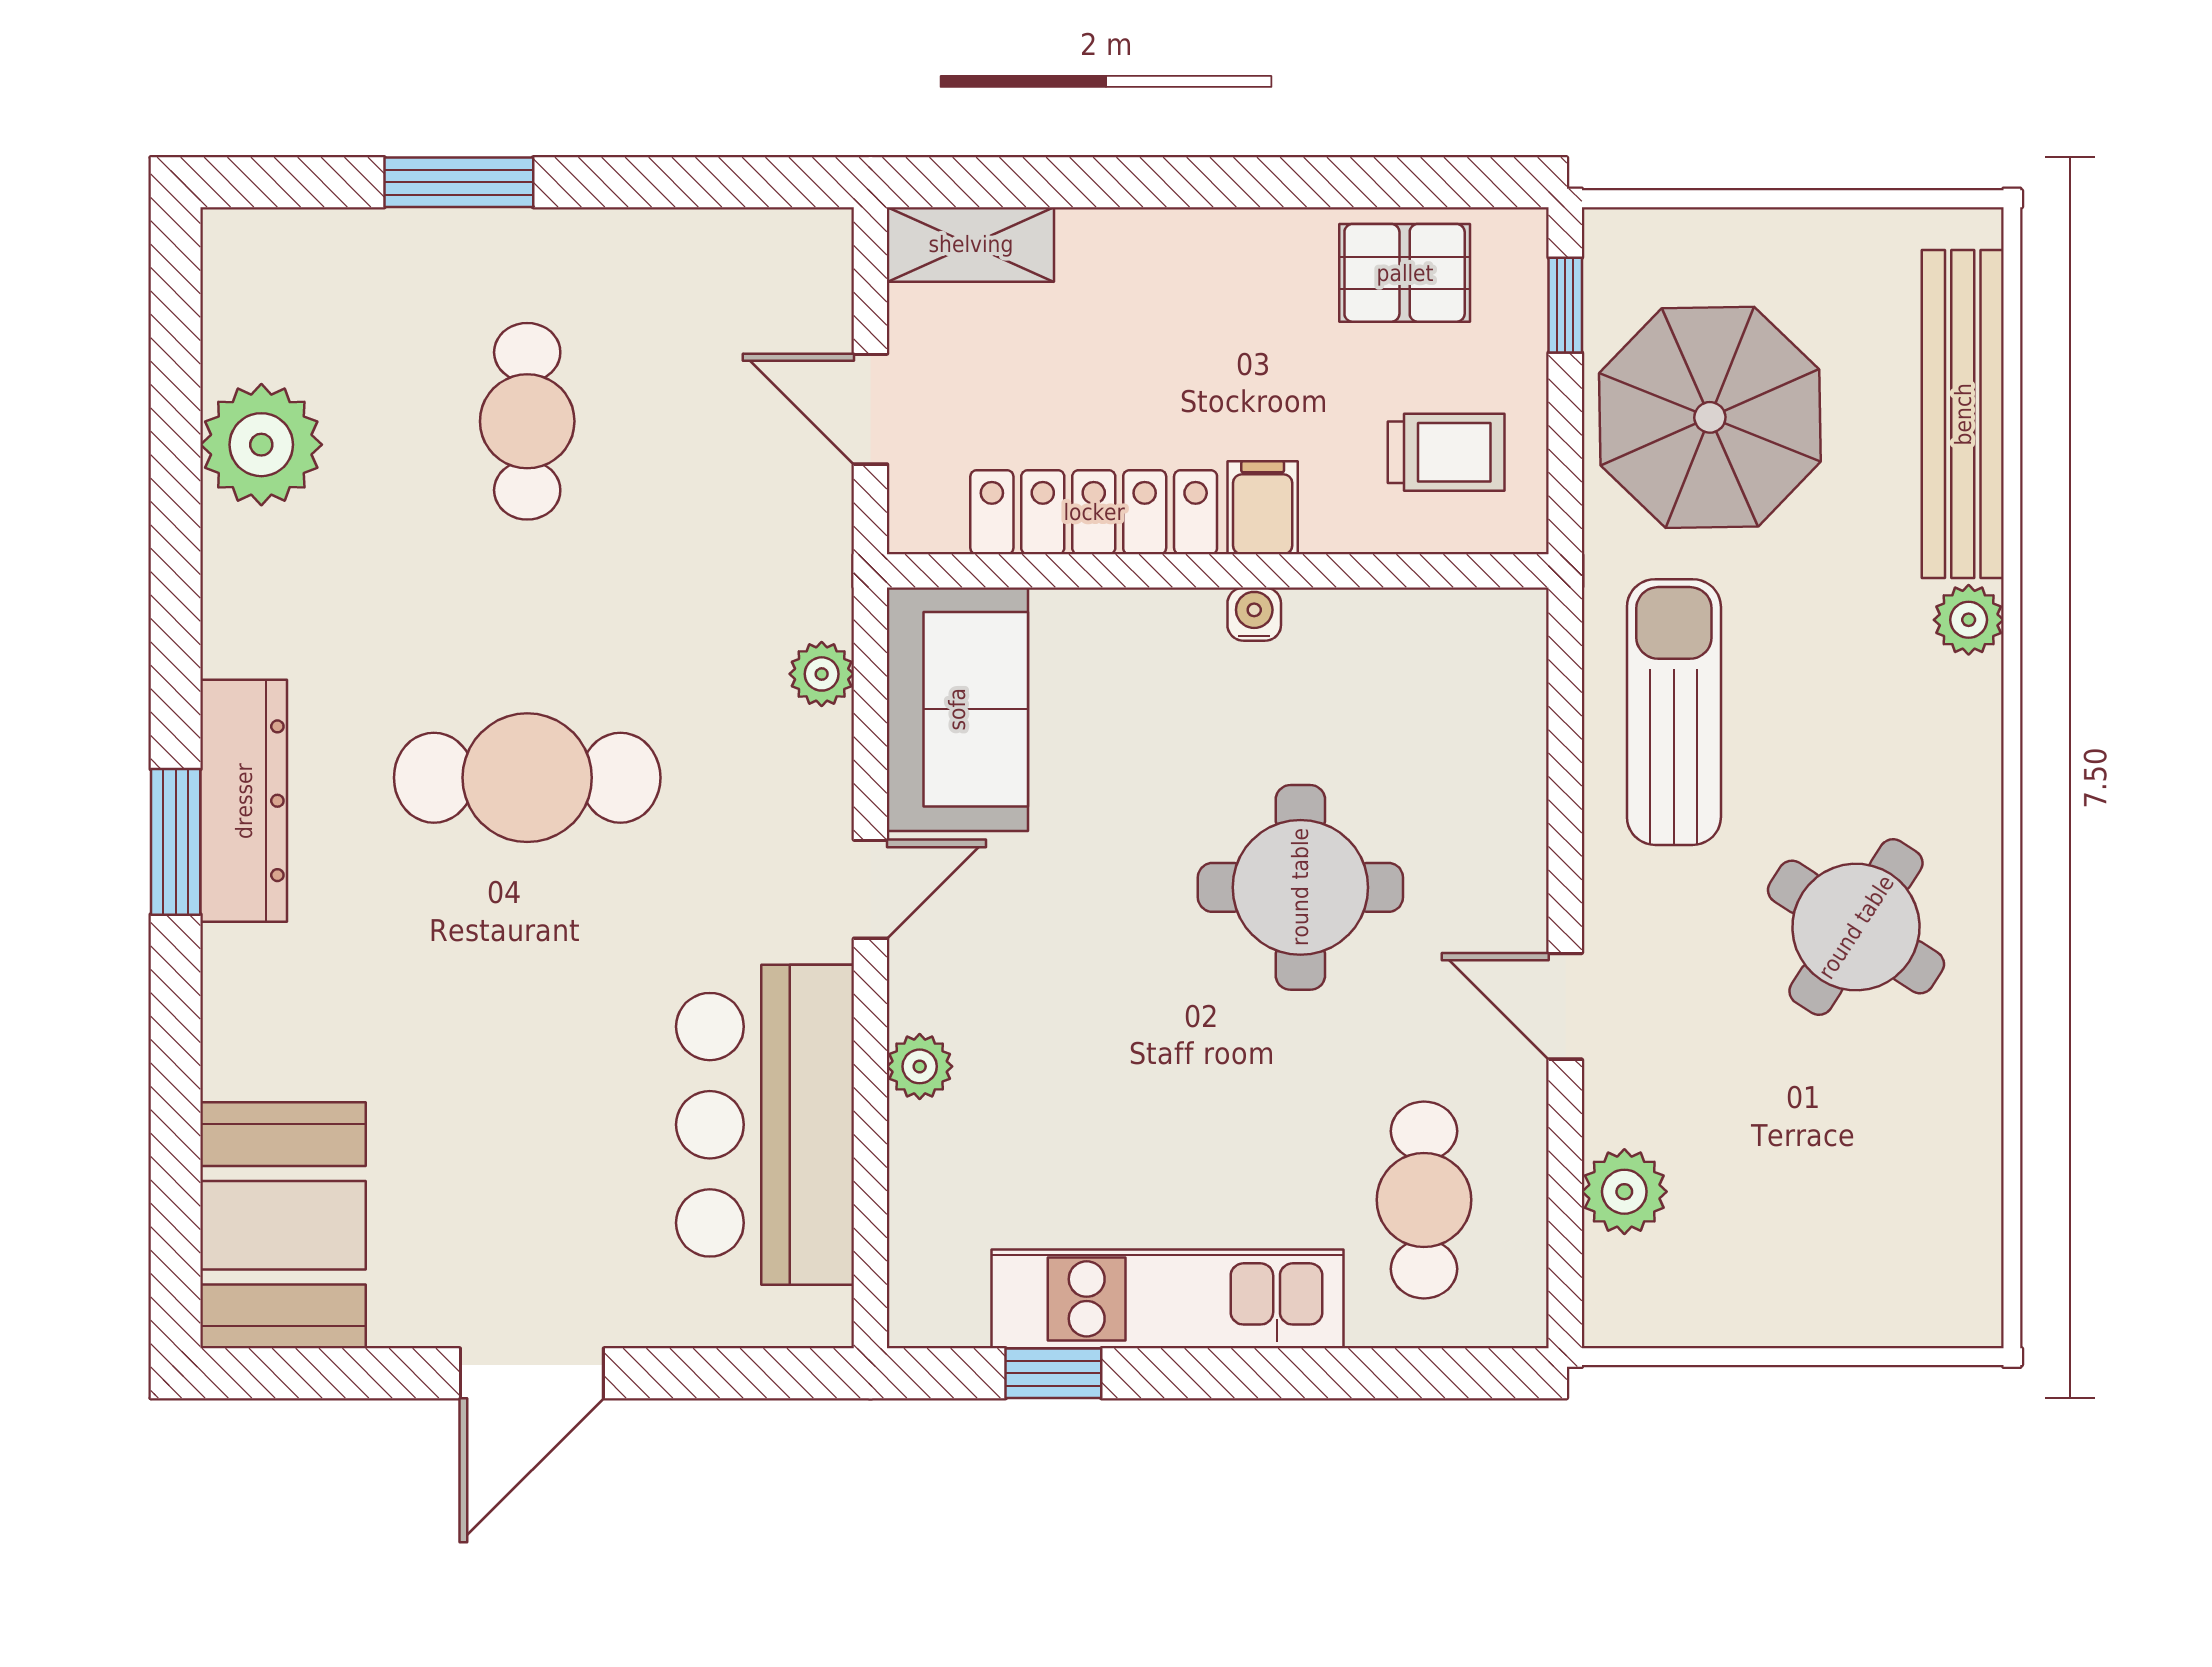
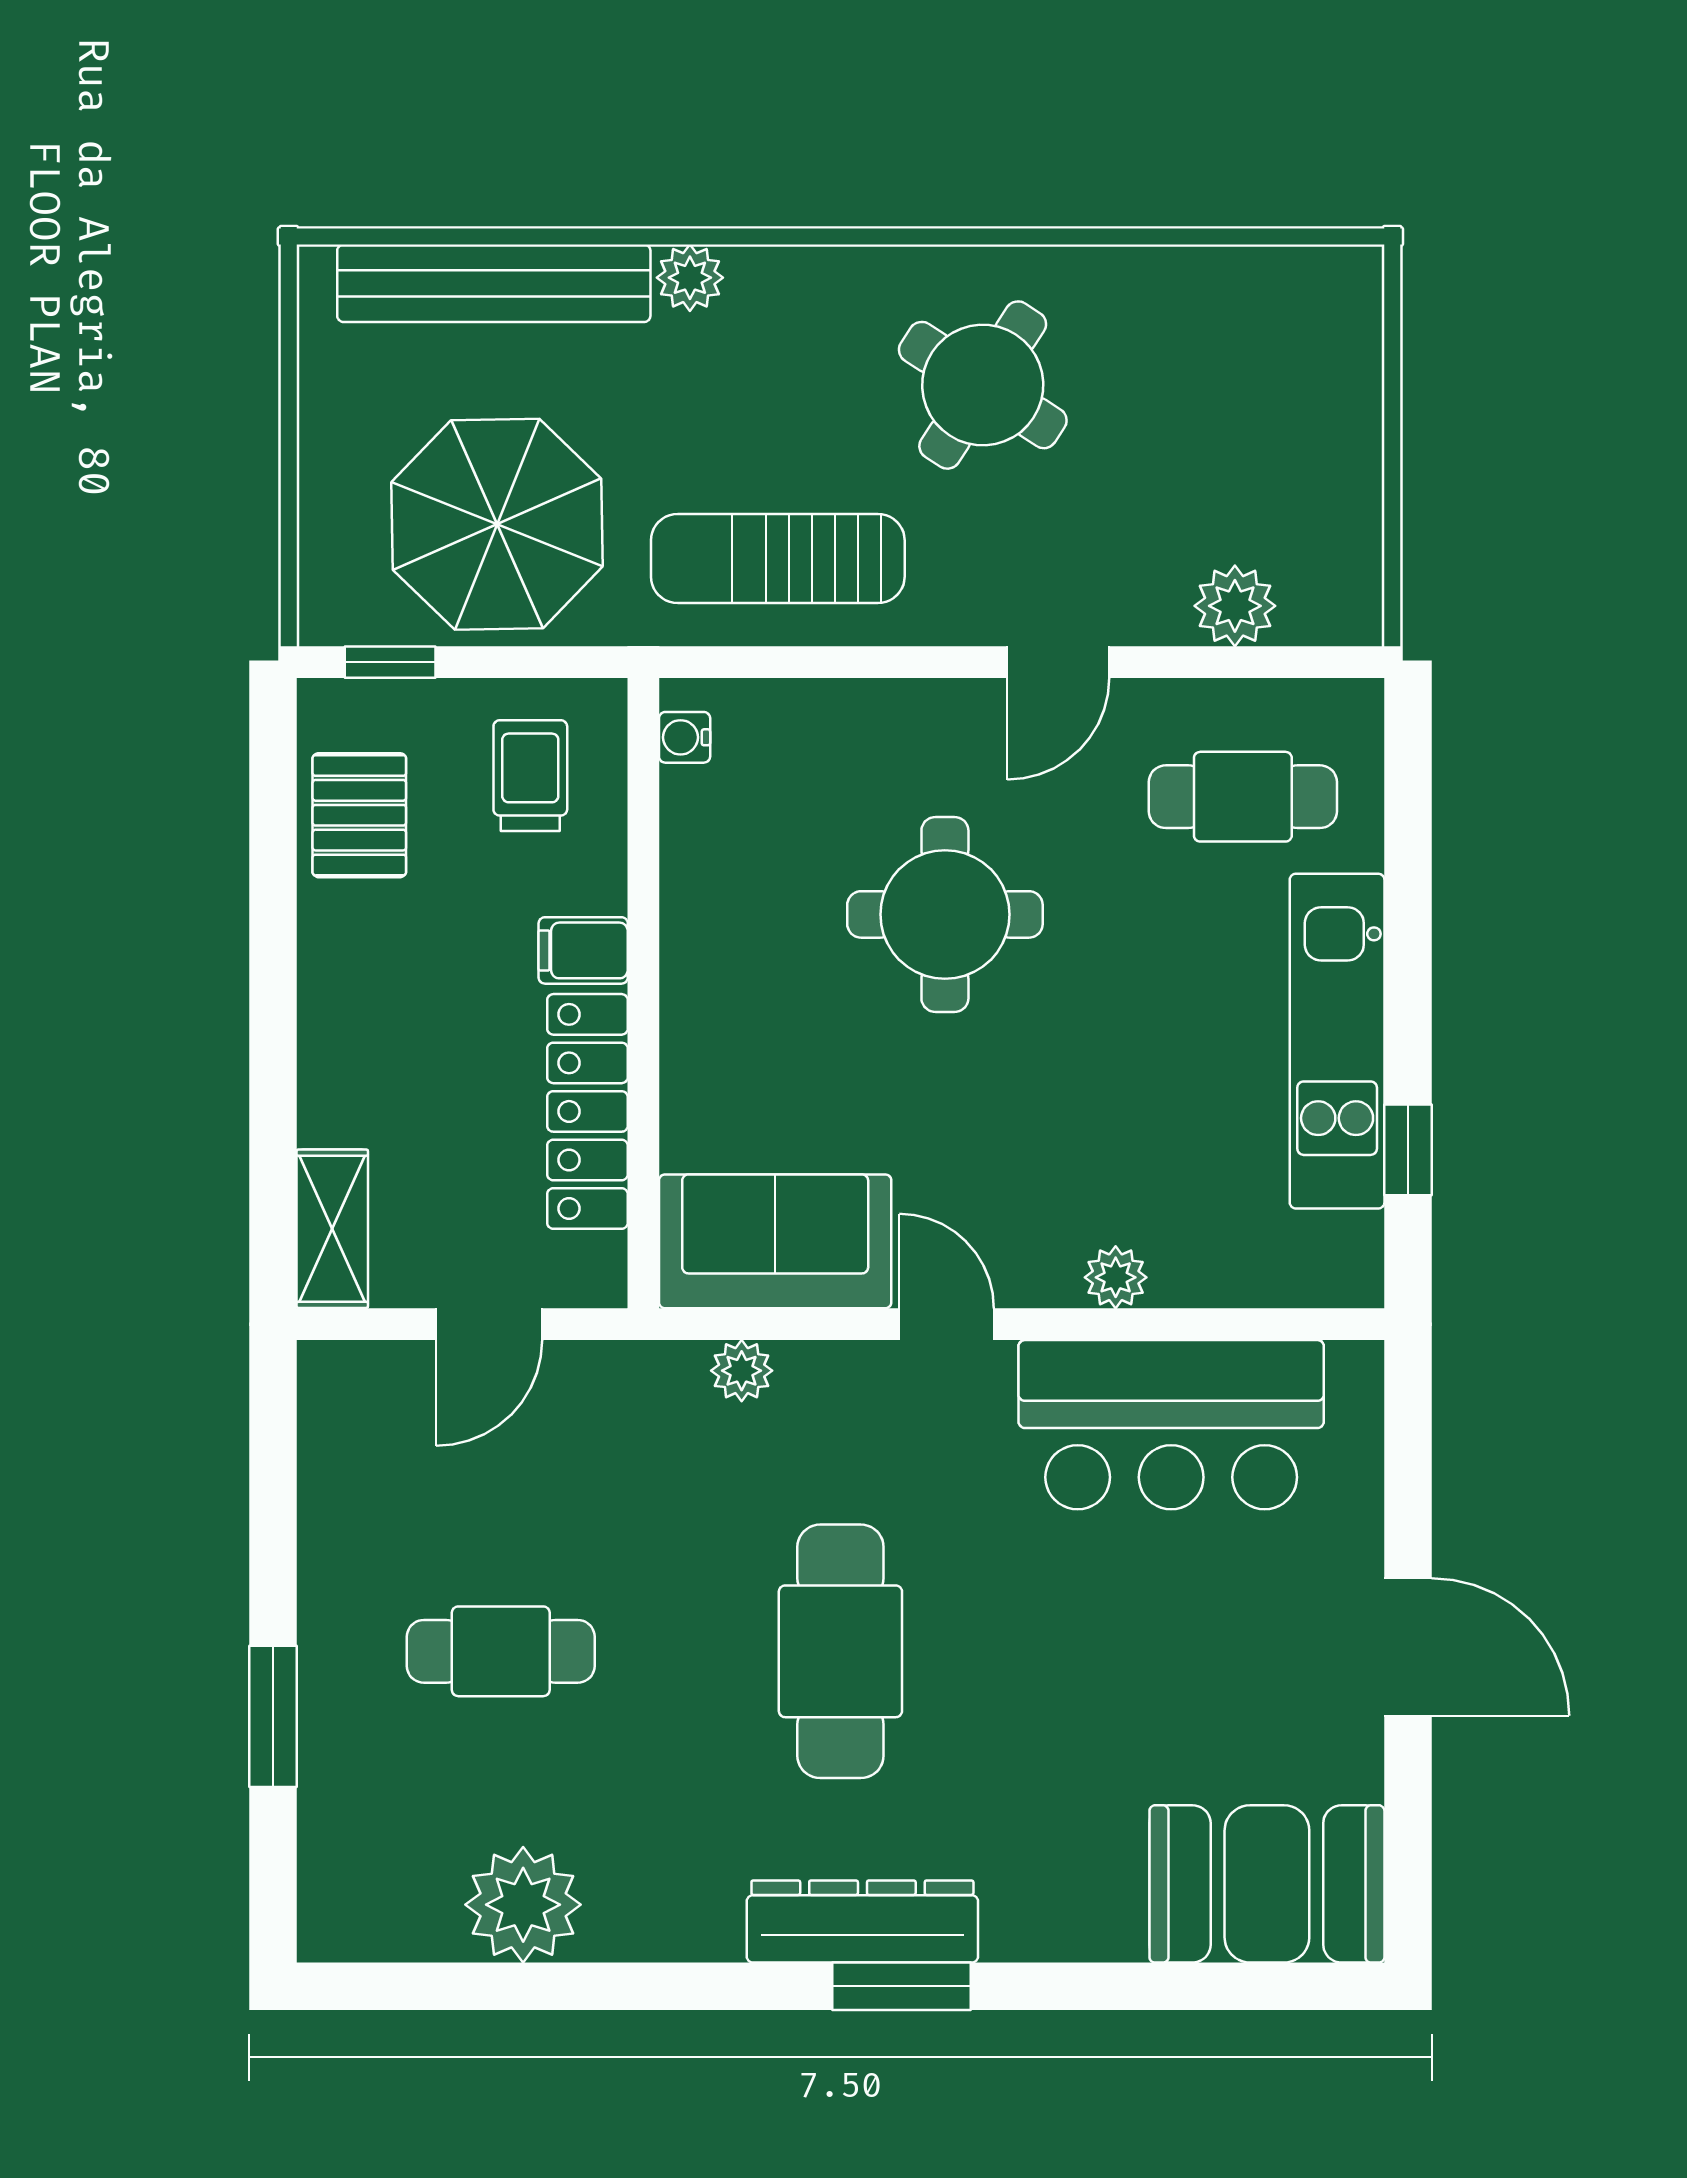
water cooler: (1254, 614) -> (685, 737), moved

